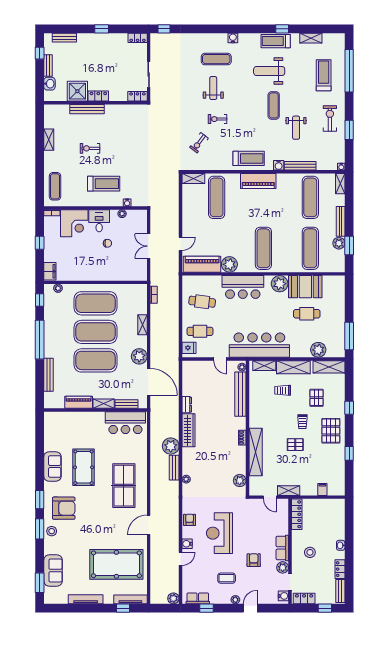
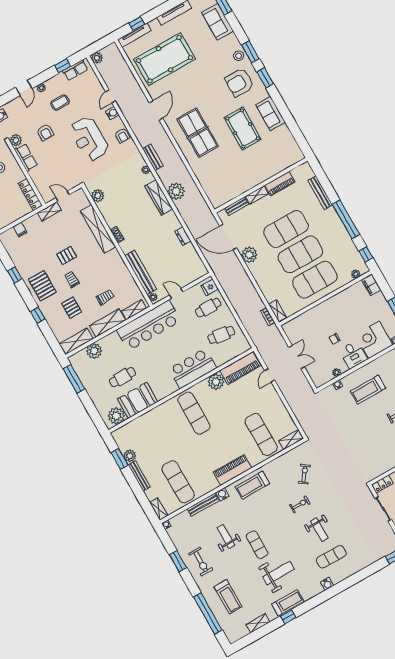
exercise mat: (310, 248) -> (152, 437), removed
plant: (280, 284) -> (116, 416), moved
shelving: (142, 325) -> (278, 311), moved
bar counter: (125, 423) -> (228, 189), removed
wardrobe: (189, 430) -> (159, 197), moved
bench: (174, 468) -> (153, 157), moved
reception desk: (220, 533) -> (89, 139), turned 180

